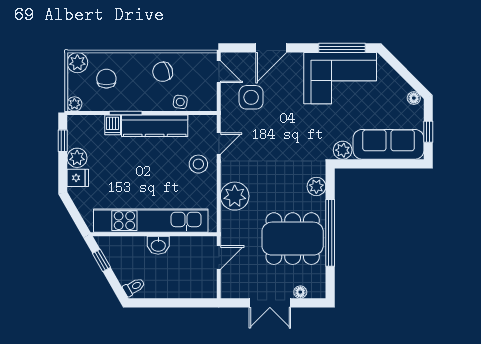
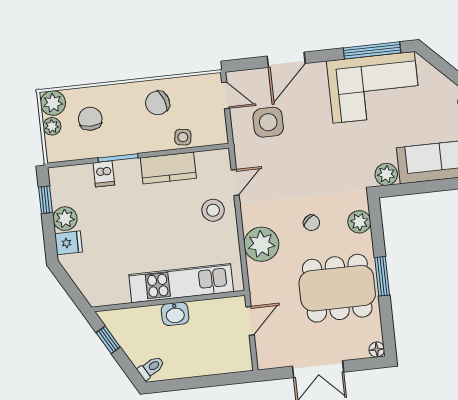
plant: (74, 104) -> (52, 126), moved
kitchen counter: (155, 126) -> (168, 168), width x0.67
chair: (277, 183) -> (312, 223), added
kitchen unit: (151, 221) -> (181, 283), width x0.73
window: (330, 233) -> (382, 276), width x0.47
floor lamp: (300, 292) -> (377, 350), moved

